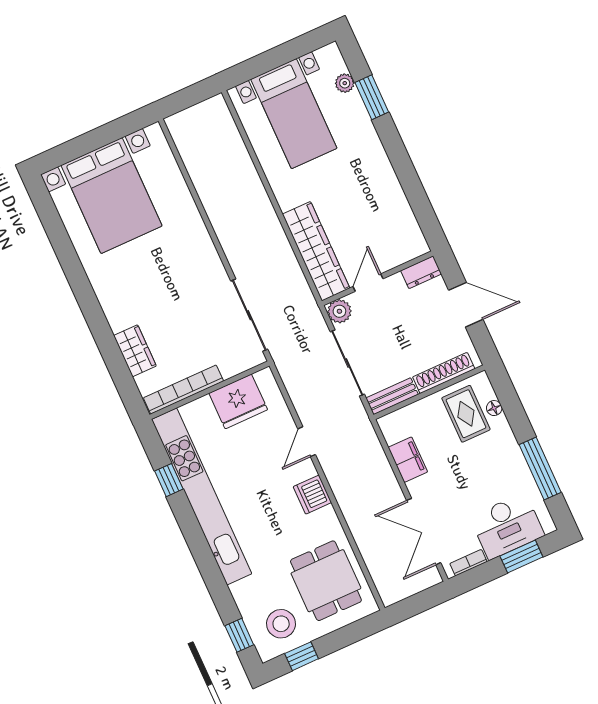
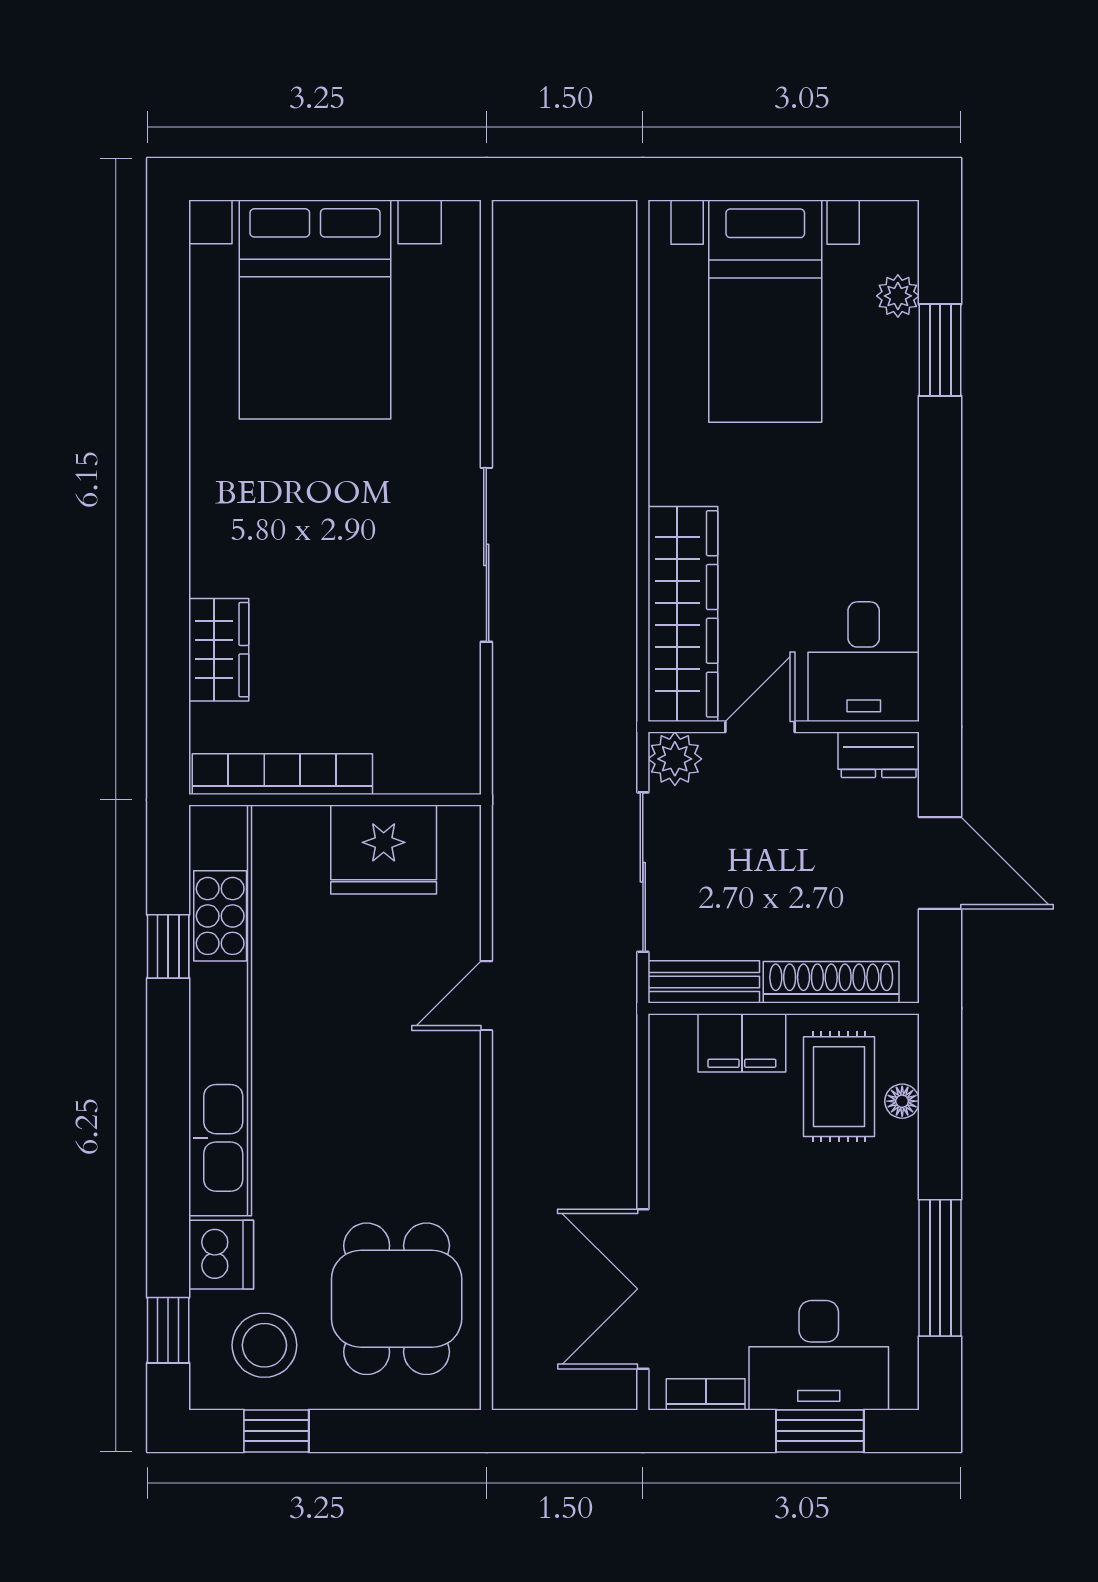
desk: (398, 237) -> (864, 662), added
sliding door: (249, 315) -> (486, 555), moved
filing cabinet: (408, 460) -> (742, 1043), moved, turned 90
dishwasher: (312, 495) -> (221, 1255), moved, turned 180

